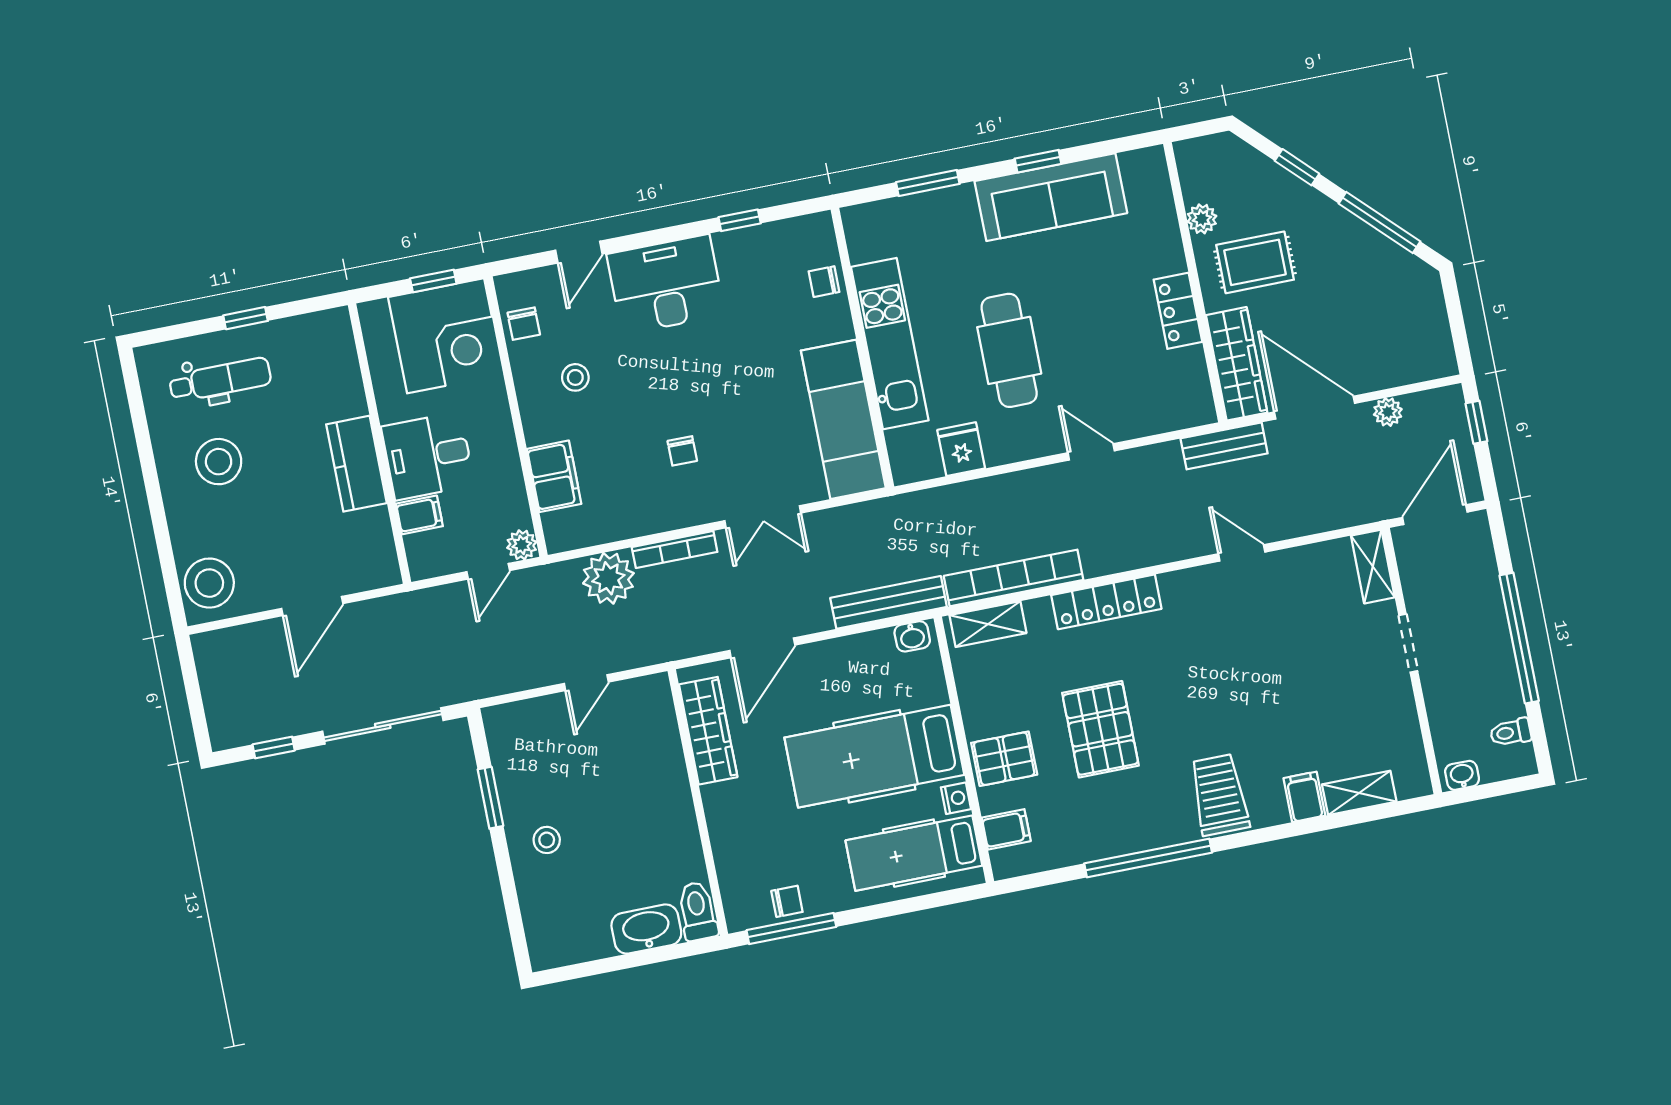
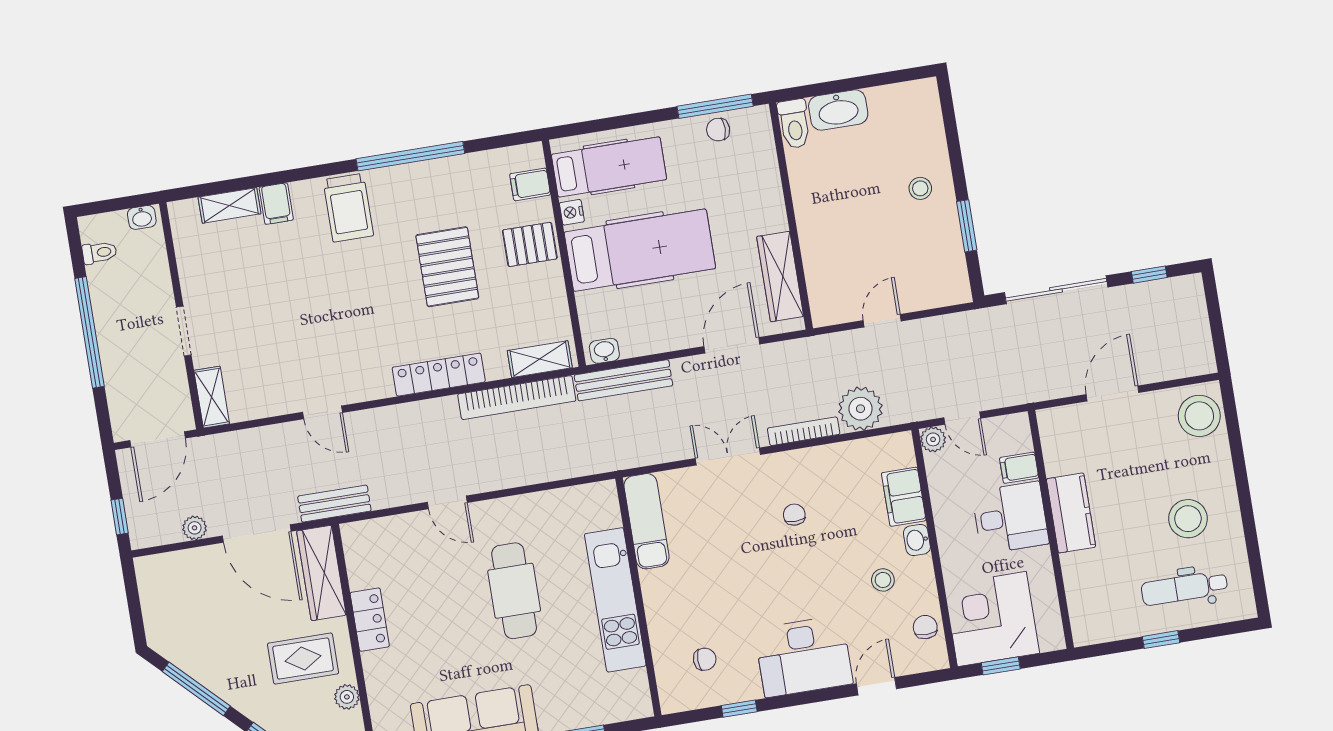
chair: (824, 282) -> (705, 659), moved
exam couch: (843, 419) -> (647, 521), width x0.73, depth x0.69
washbasin: (537, 426) -> (917, 540), added
fridge: (961, 449) -> (558, 508), removed
door: (488, 571) -> (962, 418), swing flipped

